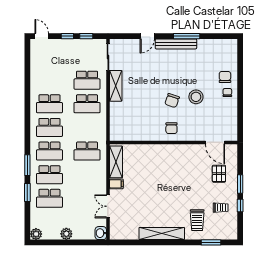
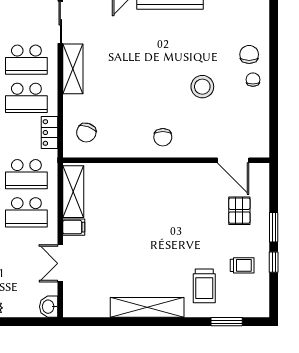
chair: (172, 101) -> (86, 133), moved
locker: (101, 125) -> (49, 133), added
school desk: (87, 175) -> (26, 212), added

